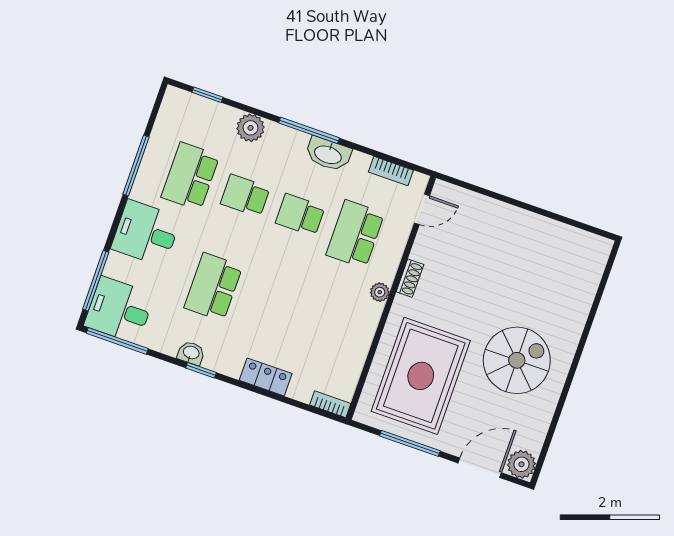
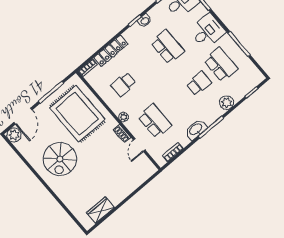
door: (422, 209) -> (139, 145), moved
school desk: (300, 215) -> (123, 84), moved, turned 180
wardrobe: (565, 238) -> (100, 210), added
locker: (266, 377) -> (111, 51), width x1.53

